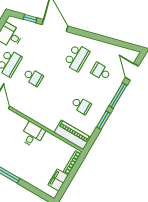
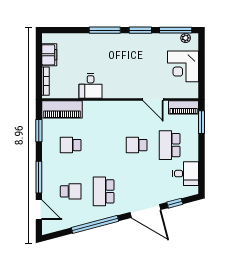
window: (97, 37) -> (95, 224), added
window: (103, 120) -> (39, 131), moved
desk: (33, 135) -> (91, 86), moved

